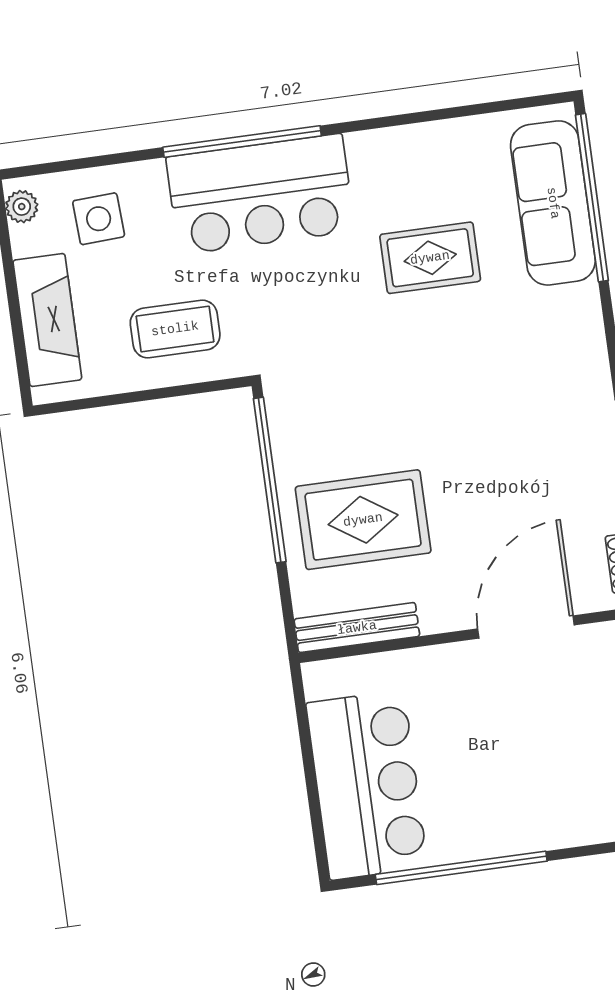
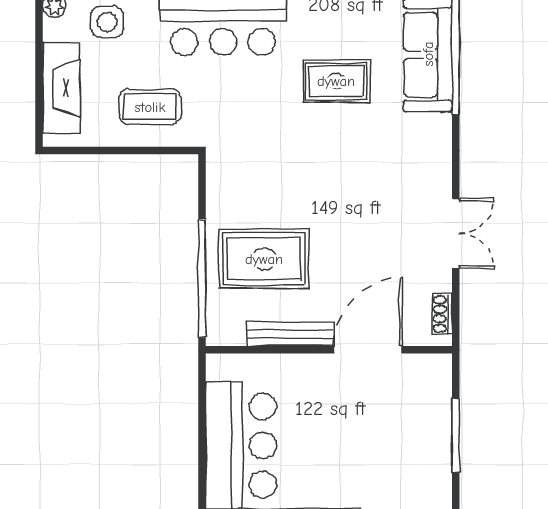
window: (270, 480) -> (202, 278), moved
bench: (357, 628) -> (290, 334), moved

